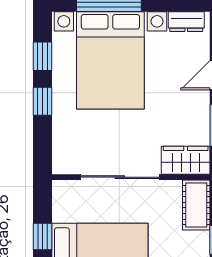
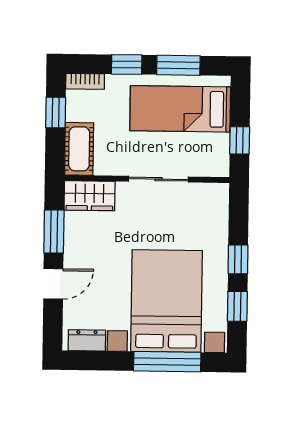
sliding door: (120, 177) -> (158, 179), width x0.73
window: (42, 237) -> (240, 140), moved

